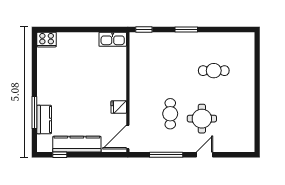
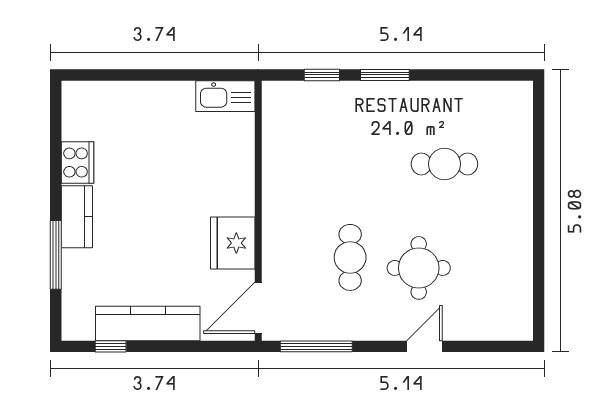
window: (144, 30) -> (322, 75), moved
cooker: (47, 40) -> (77, 163), moved, turned -90
fridge: (119, 107) -> (233, 243), width x1.88, depth x1.34
kitchen counter: (44, 120) -> (77, 217), moved
window: (166, 155) -> (316, 346), moved

